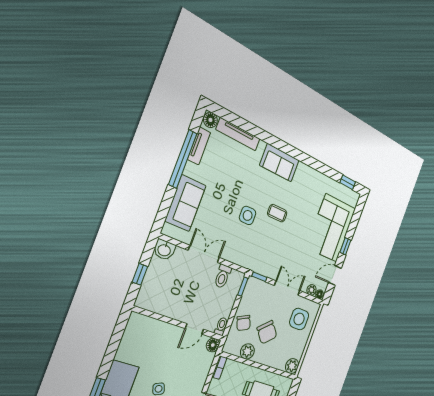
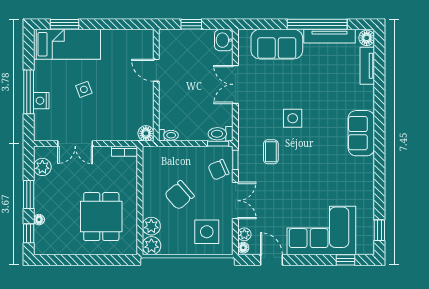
tv unit: (238, 134) -> (367, 66), width x0.71
tv unit: (199, 146) -> (329, 36), width x1.41
coffee table: (277, 213) -> (271, 152), moved
window: (345, 246) -> (346, 260), moved
double door: (204, 254) -> (235, 84), swing flipped
toilet: (223, 276) -> (221, 134), moved
chair: (243, 323) -> (218, 170), moved
door: (194, 329) -> (156, 70), moved
plant: (247, 351) -> (151, 226), moved

